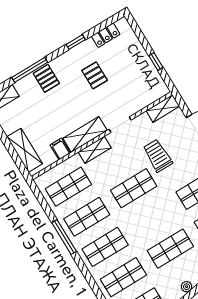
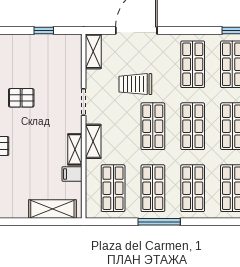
shelving: (85, 134) -> (75, 149), width x0.67, depth x0.75
shop shelf: (152, 218) -> (193, 126), added

